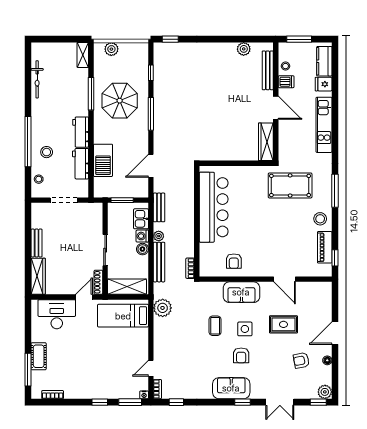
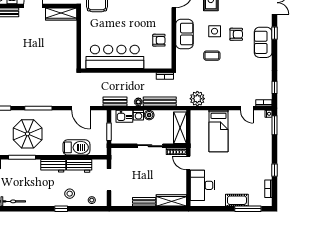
window: (28, 142) -> (61, 209), width x0.32
bed: (123, 316) -> (219, 131), moved
window: (100, 402) -> (274, 170), moved

